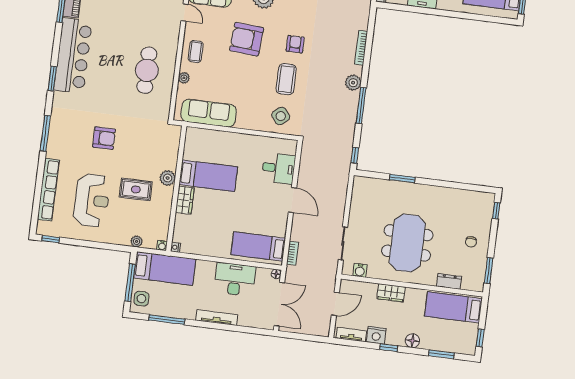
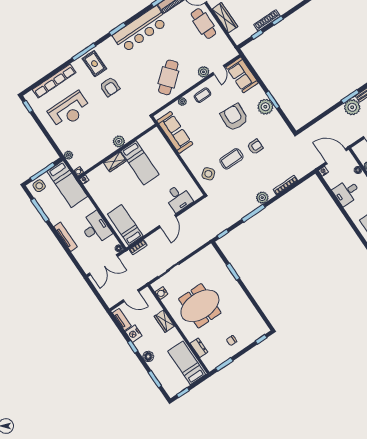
plant: (173, 30) -> (203, 72), added
cafe table: (147, 70) -> (168, 77), turned -40
rug: (136, 189) -> (94, 64), moved

